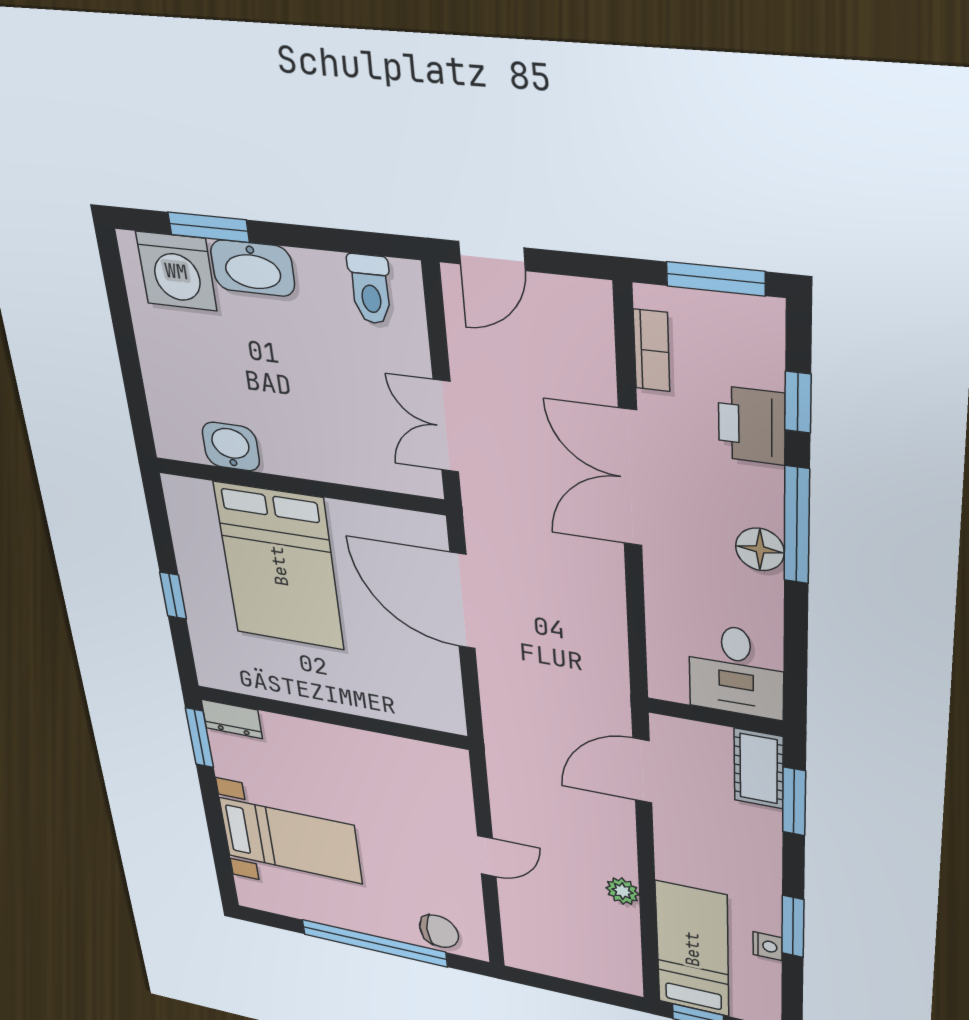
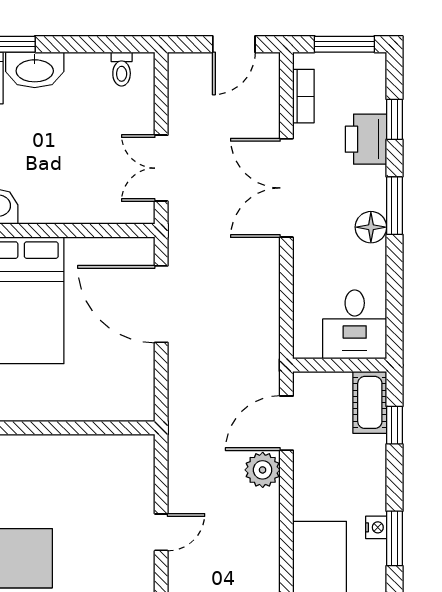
door: (492, 256) -> (234, 44), moved
toilet: (370, 289) -> (122, 69), width x0.73, depth x0.72
window: (797, 525) -> (394, 206), width x0.69
window: (794, 802) -> (394, 425), width x0.67
plant: (622, 891) -> (263, 470), moved, width x1.38, depth x1.38
nightstand: (768, 946) -> (376, 527), moved

